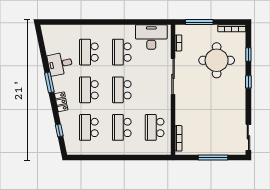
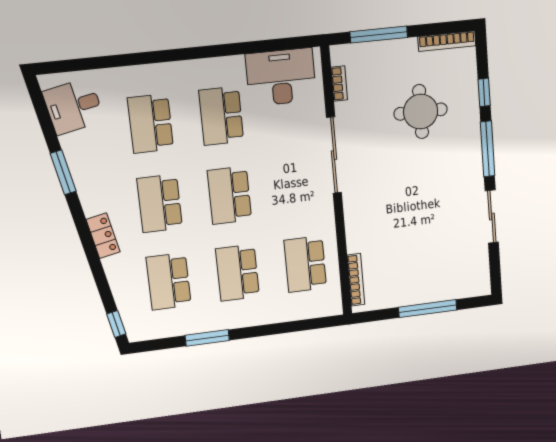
round table: (217, 60) -> (421, 112), width x0.73, depth x0.73
desk: (60, 64) -> (74, 106), moved
window: (49, 82) -> (63, 172), moved
window: (248, 82) -> (488, 149), width x2.17
window: (59, 130) -> (116, 324), moved
sliding door: (248, 137) -> (492, 216), moved
window: (104, 158) -> (207, 338), added

